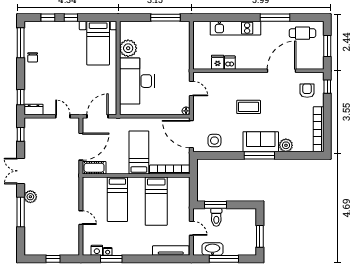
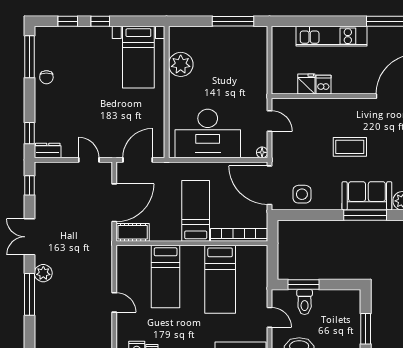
desk: (137, 81) -> (208, 133), moved, turned -90

